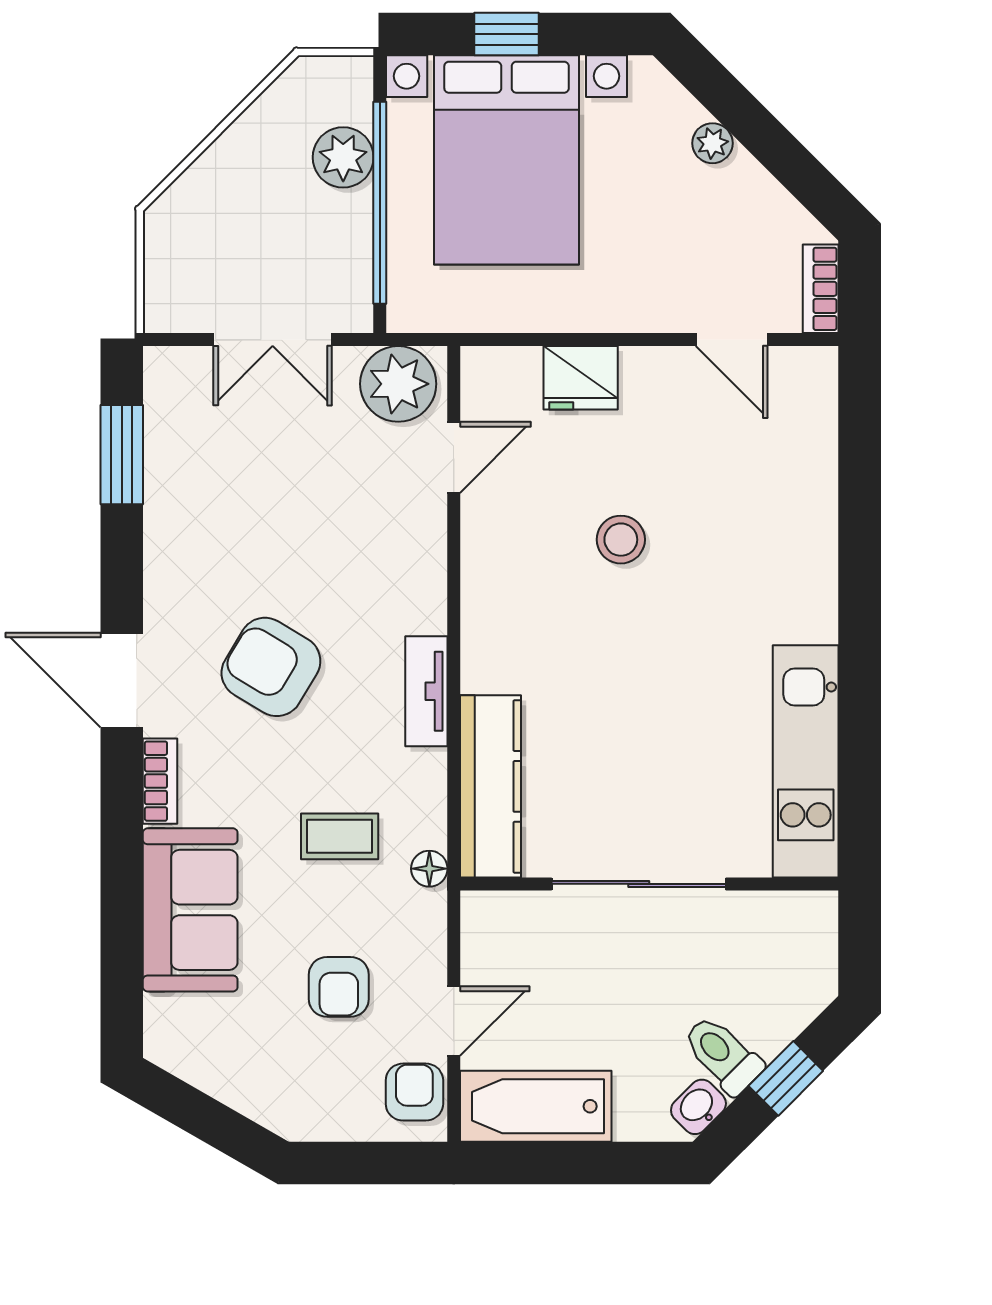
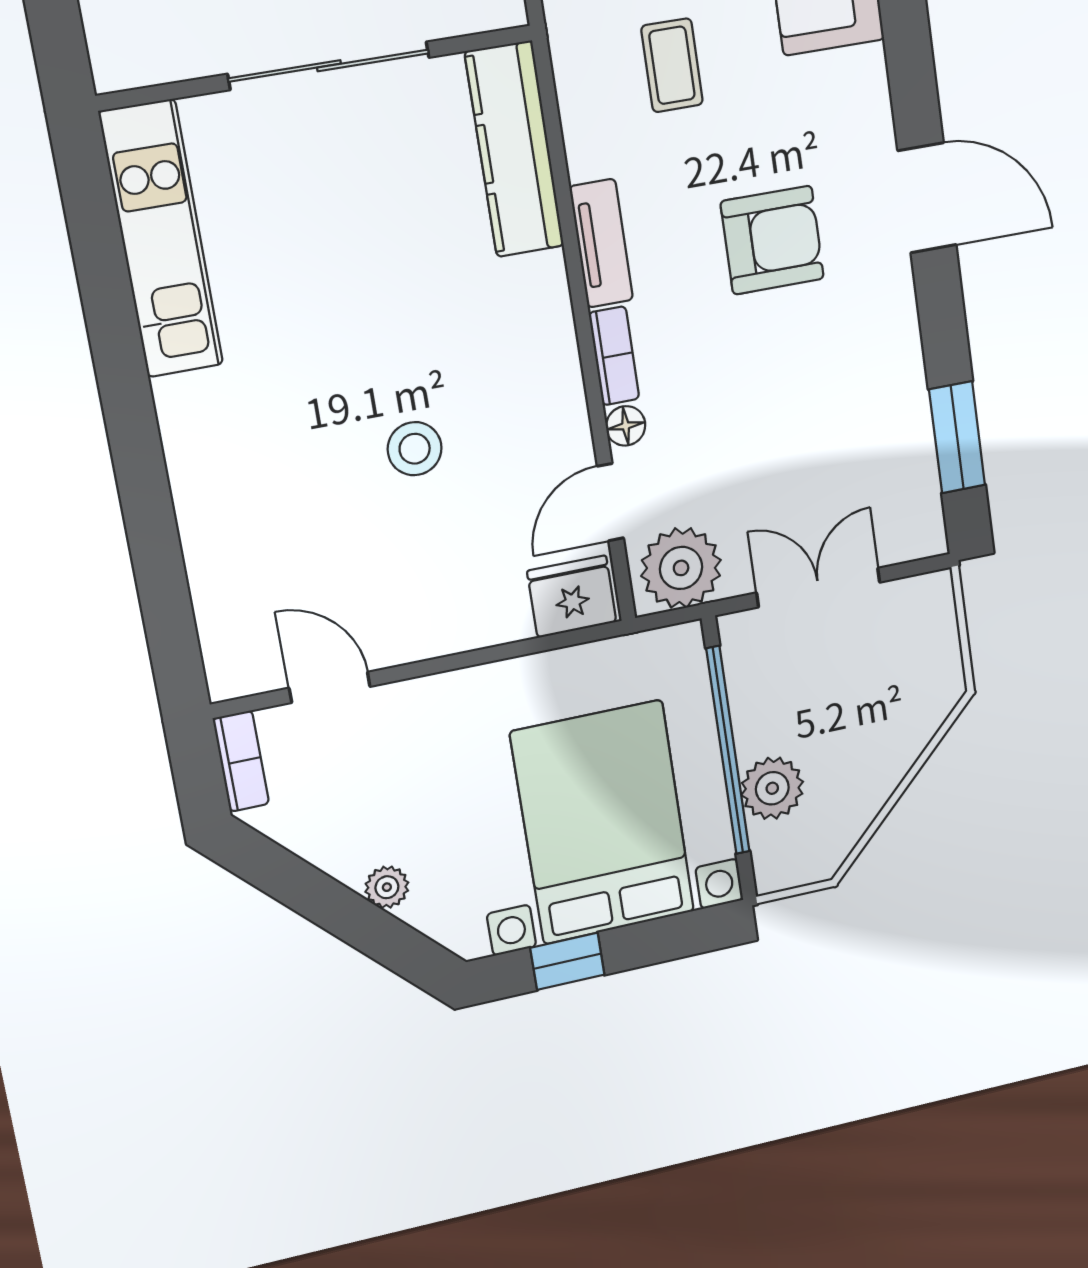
window: (507, 34) -> (567, 961), moved
fridge: (581, 378) -> (572, 596), moved
armchair: (271, 667) -> (772, 240), turned -31
bookcase: (160, 781) -> (614, 356), moved, turned 180
coffee table: (340, 836) -> (672, 65), turned 90
floor lamp: (429, 869) -> (626, 426), moved

